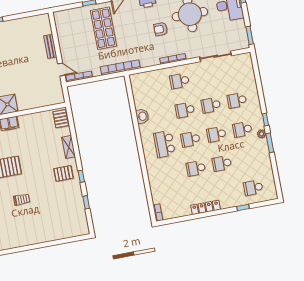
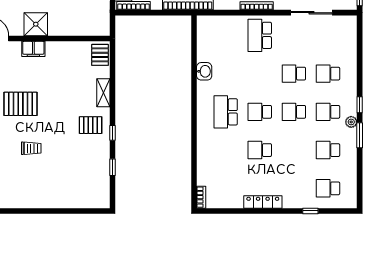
school desk: (179, 81) -> (260, 35), width x1.85
school desk: (185, 110) -> (260, 74), removed
school desk: (222, 163) -> (328, 150), moved

